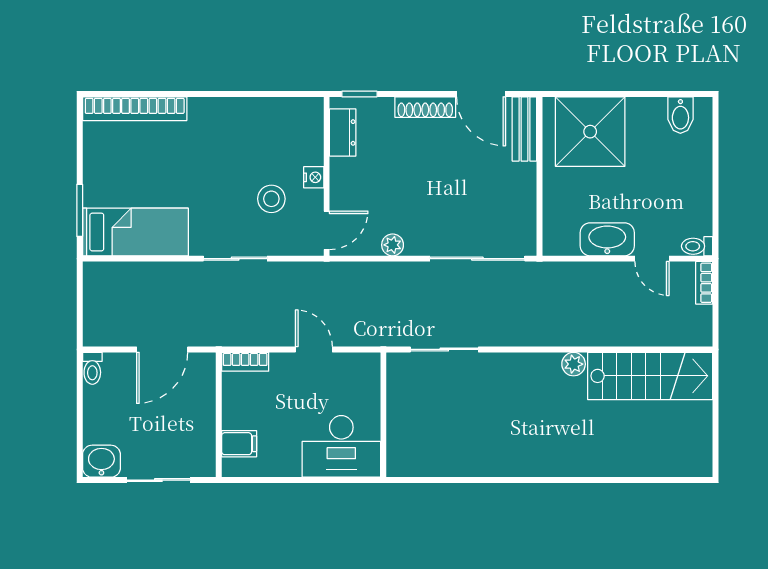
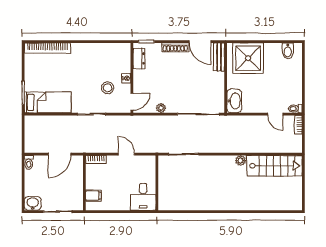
washbasin: (607, 239) -> (234, 101), moved, turned 90
desk: (341, 446) -> (143, 197), width x0.73

